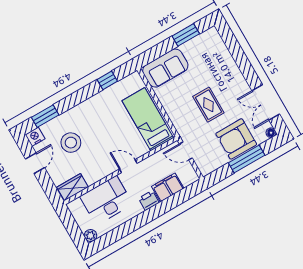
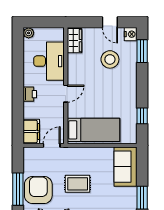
filing cabinet: (168, 188) -> (31, 132), moved

